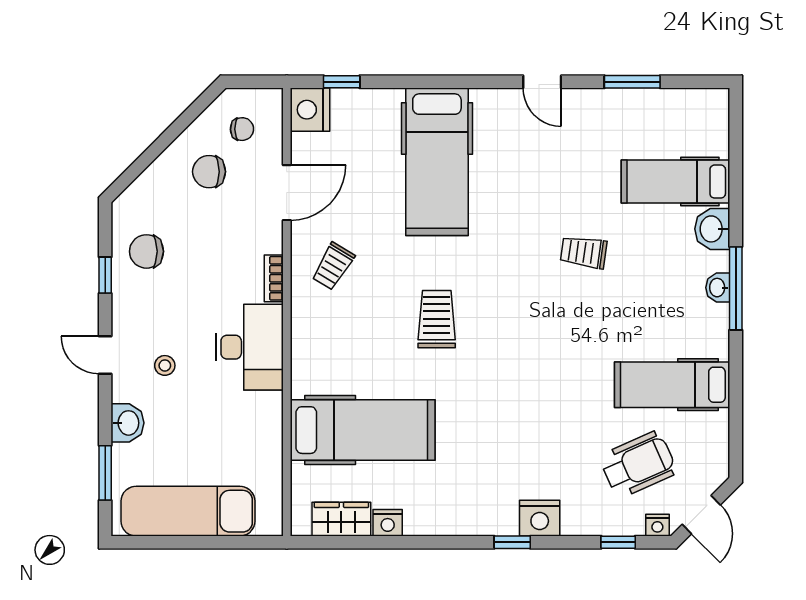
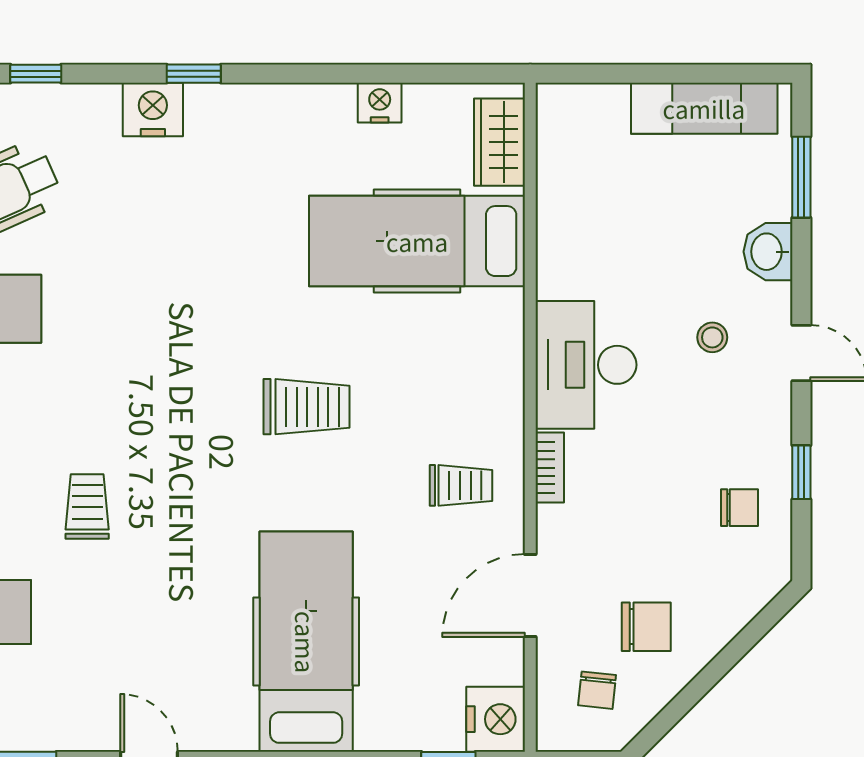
chair: (242, 129) -> (597, 690), turned -83
chair: (147, 251) -> (740, 508), width x0.73, depth x0.73
trolley: (584, 252) -> (87, 506), turned -98
trolley: (333, 266) -> (461, 485), turned 59
trolley: (437, 319) -> (307, 407), turned -90
exam couch: (188, 511) -> (704, 108), width x0.73, depth x0.69
wardrobe: (341, 519) -> (499, 142), moved, turned 90

